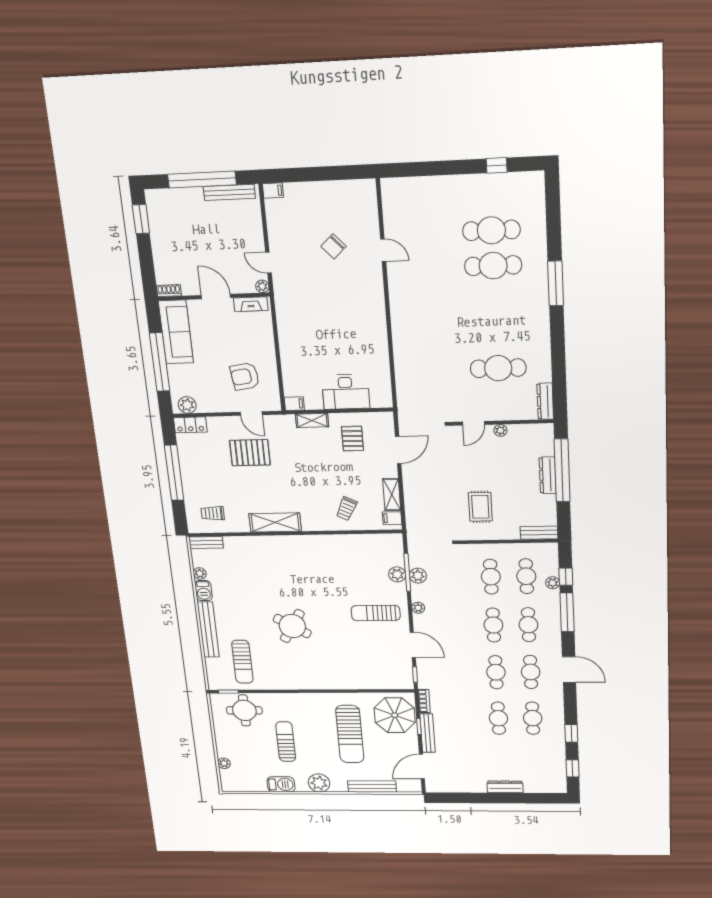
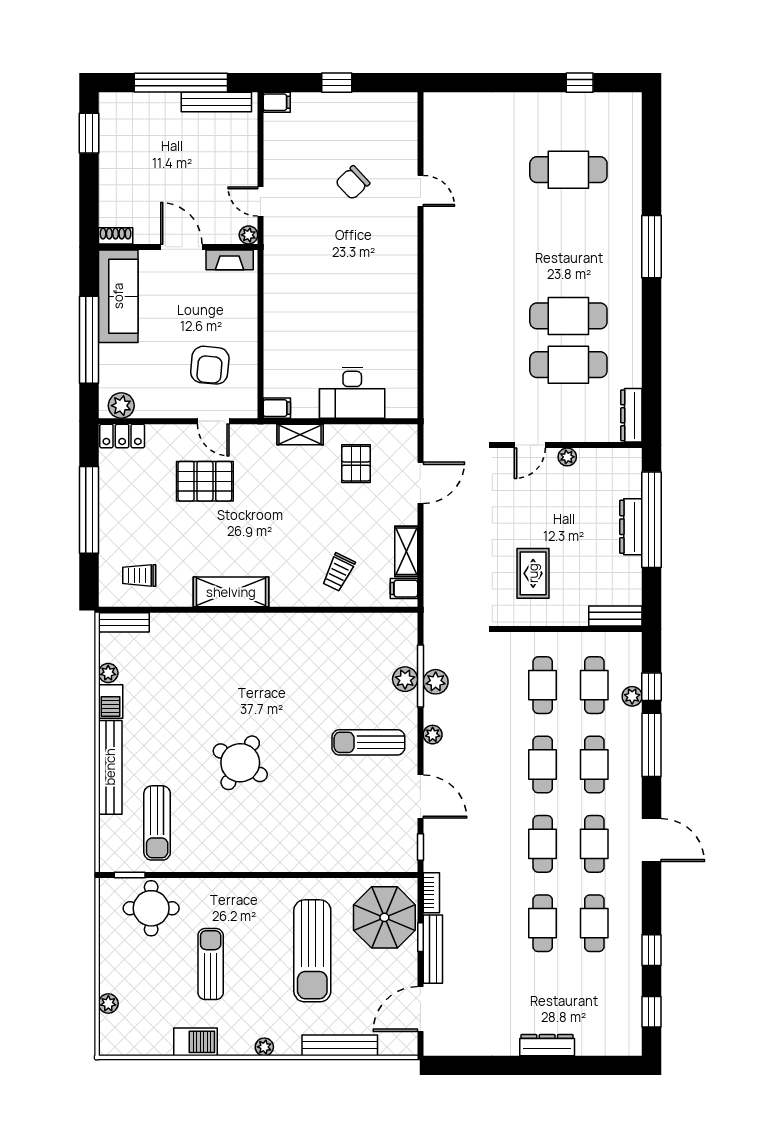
window: (315, 174) -> (337, 83), added
cafe table: (493, 266) -> (568, 316), moved
armchair: (245, 376) -> (210, 365), turned -77
plant: (319, 783) -> (264, 1047), width x0.53, depth x0.53

